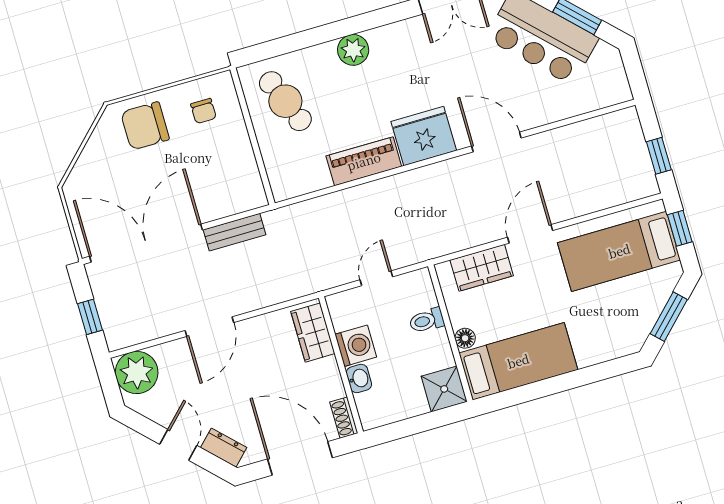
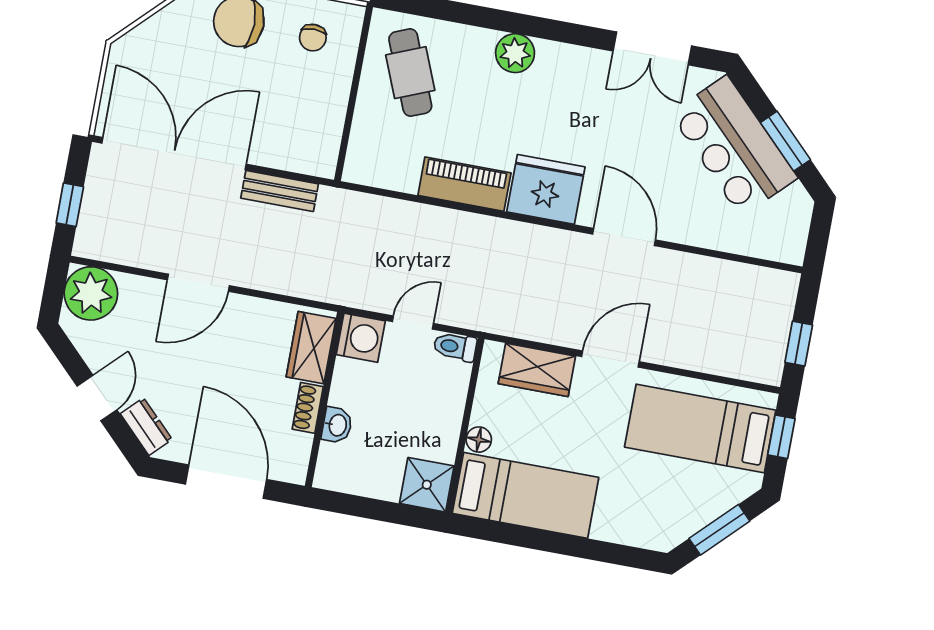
toilet: (427, 320) -> (455, 347), moved
washing machine: (356, 346) -> (361, 338), moved
shoe rack: (344, 418) -> (308, 408), moved

